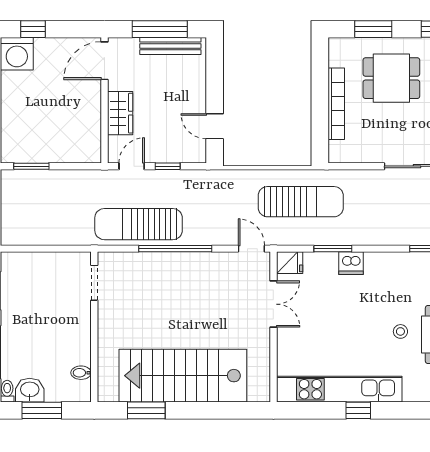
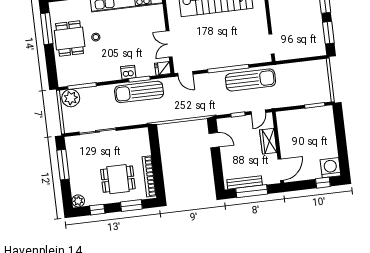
bookcase: (336, 104) -> (149, 176), moved
sun lounger: (301, 202) -> (139, 92), moved

